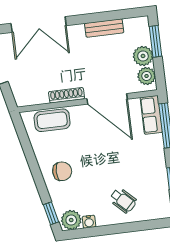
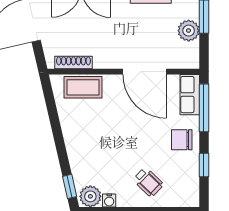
plant: (147, 76) -> (190, 52), removed
shoe rack: (67, 95) -> (74, 62), moved
chair: (62, 171) -> (182, 140), moved, turned 180

